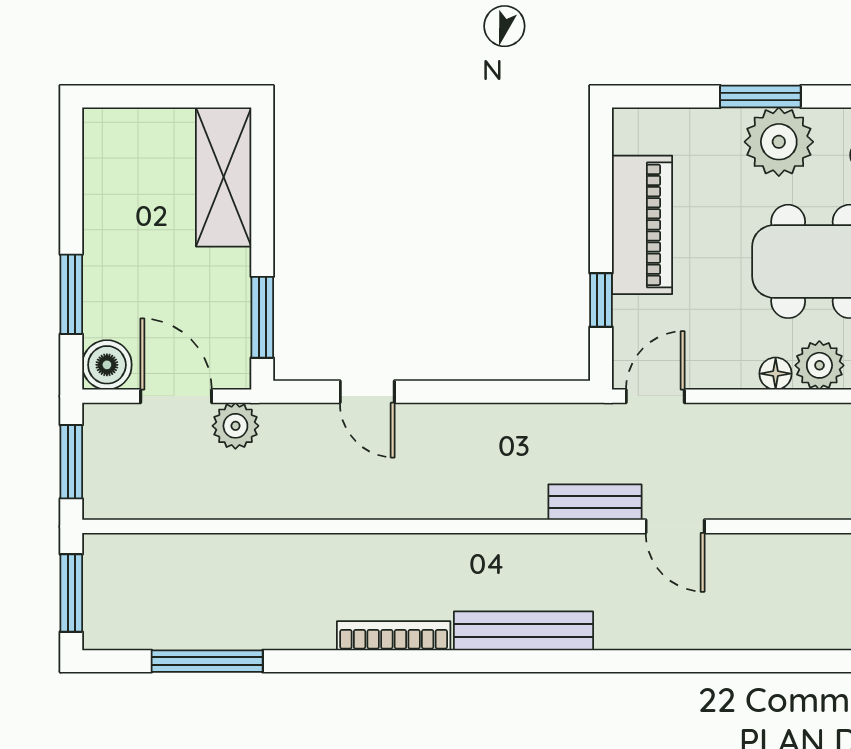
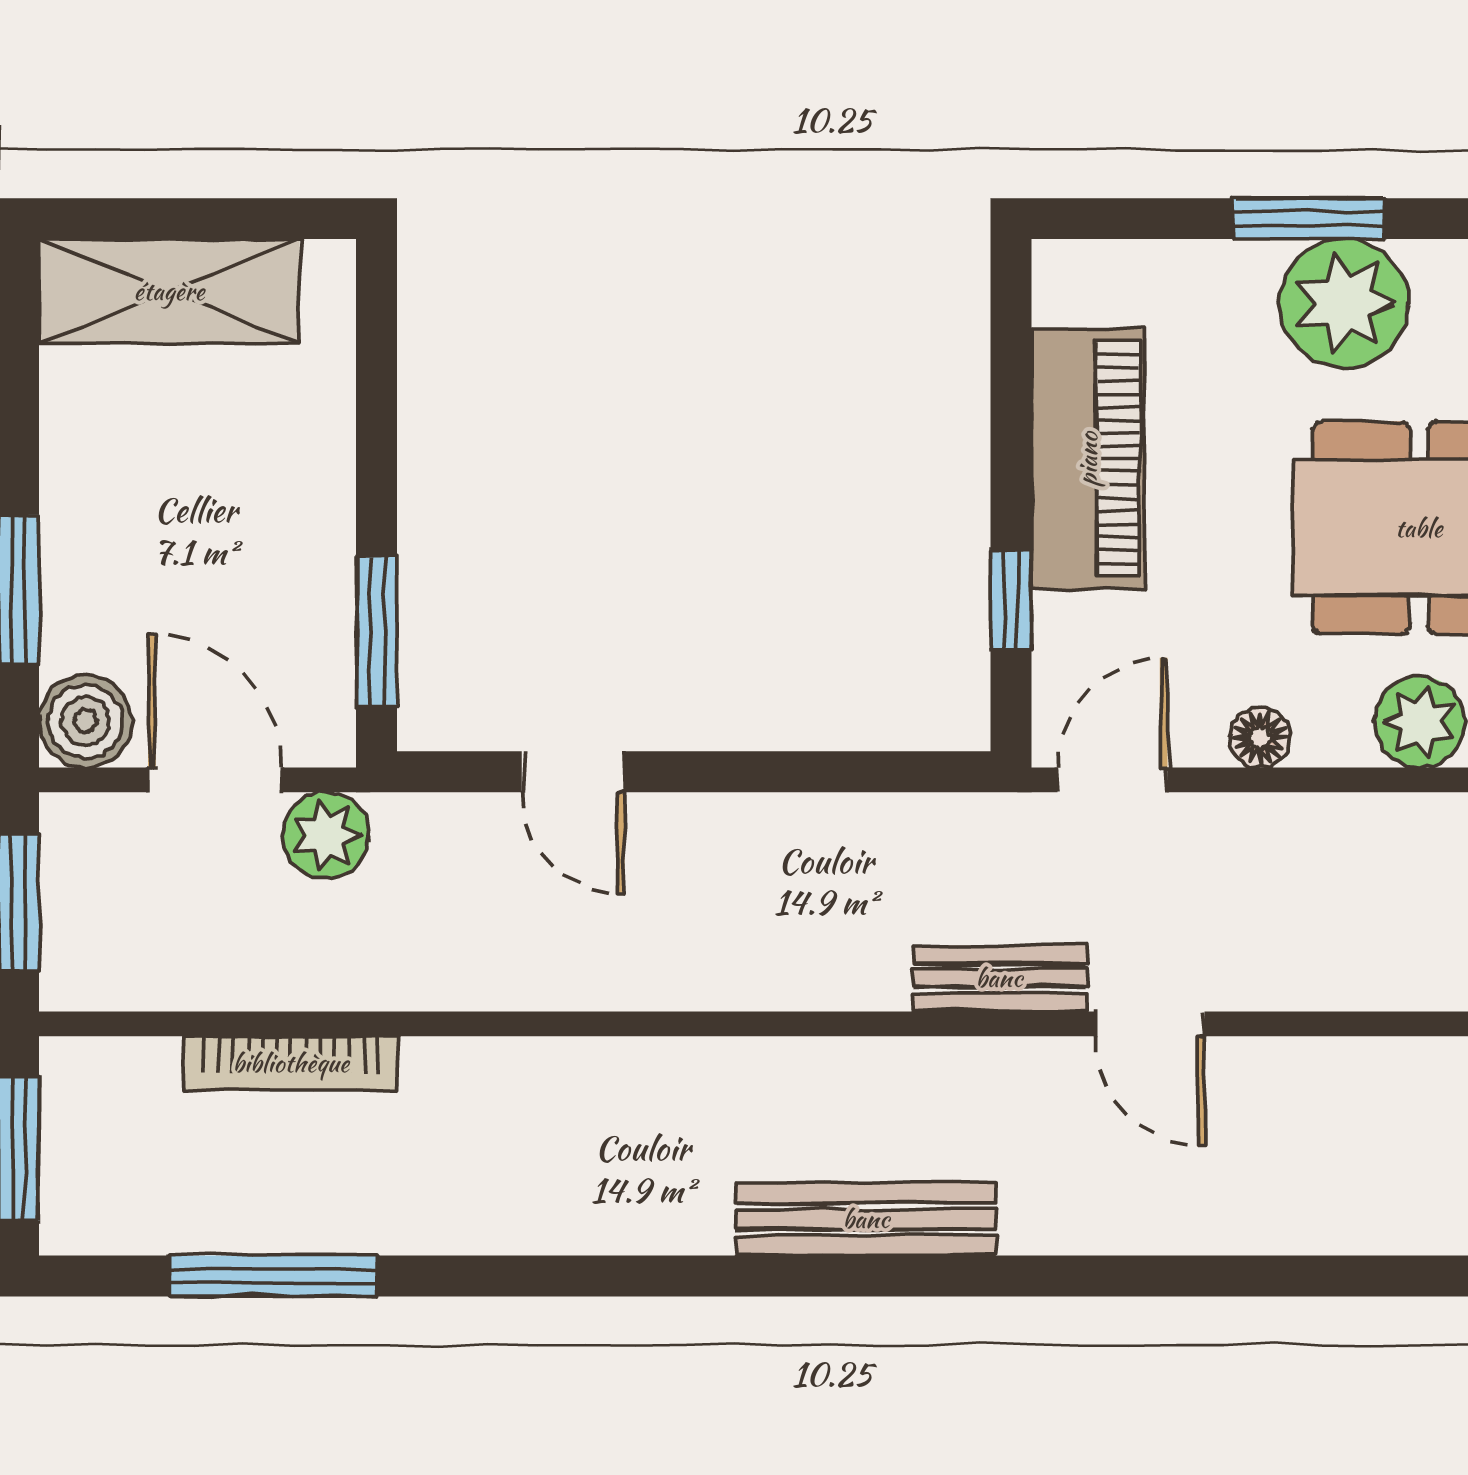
shelving: (224, 177) -> (169, 291), moved, turned 90
floor lamp: (776, 374) -> (1260, 738), moved
bookcase: (394, 636) -> (291, 1063), moved, turned 180

